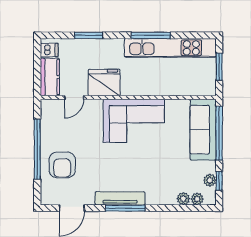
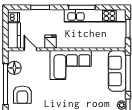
fridge: (104, 83) -> (51, 42), width x0.53, depth x0.75
door: (74, 98) -> (30, 49), swing flipped
floor lamp: (50, 125) -> (14, 68), added

